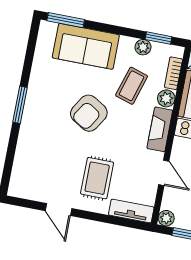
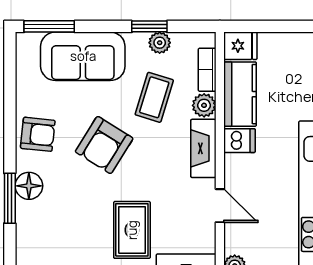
window: (158, 38) -> (149, 26), moved
armchair: (43, 96) -> (38, 134), added
window: (20, 105) -> (10, 198), moved
floor lamp: (29, 132) -> (29, 186), added

